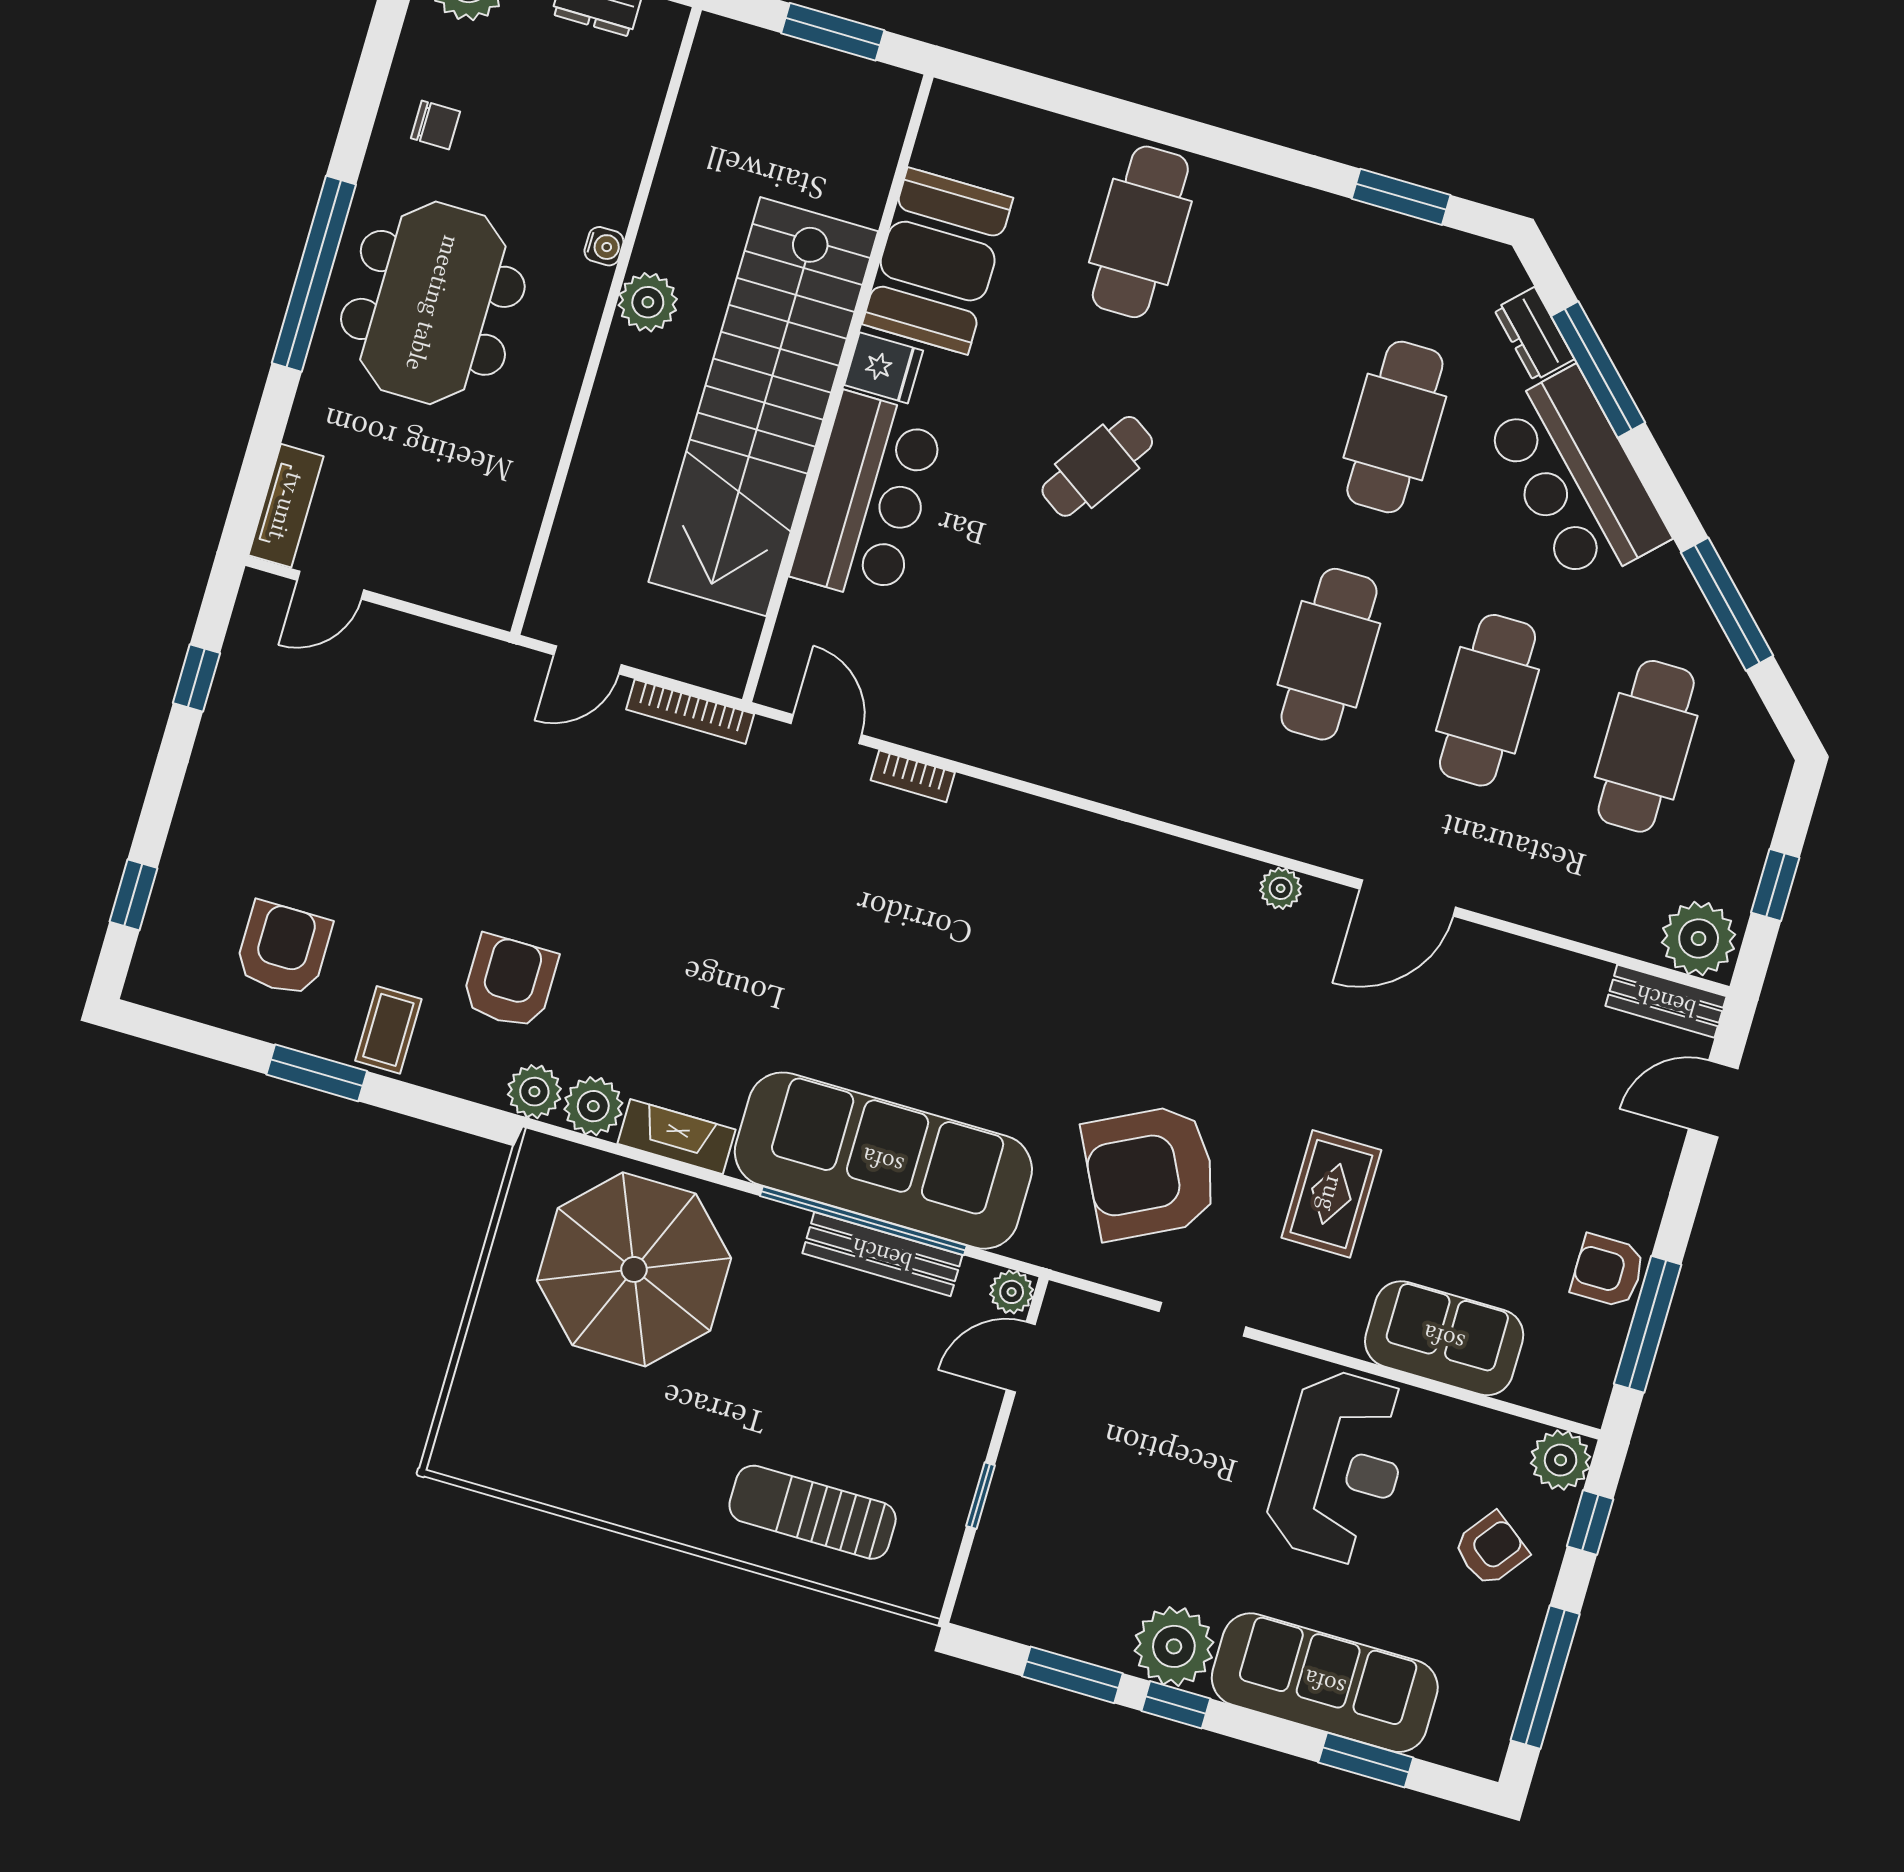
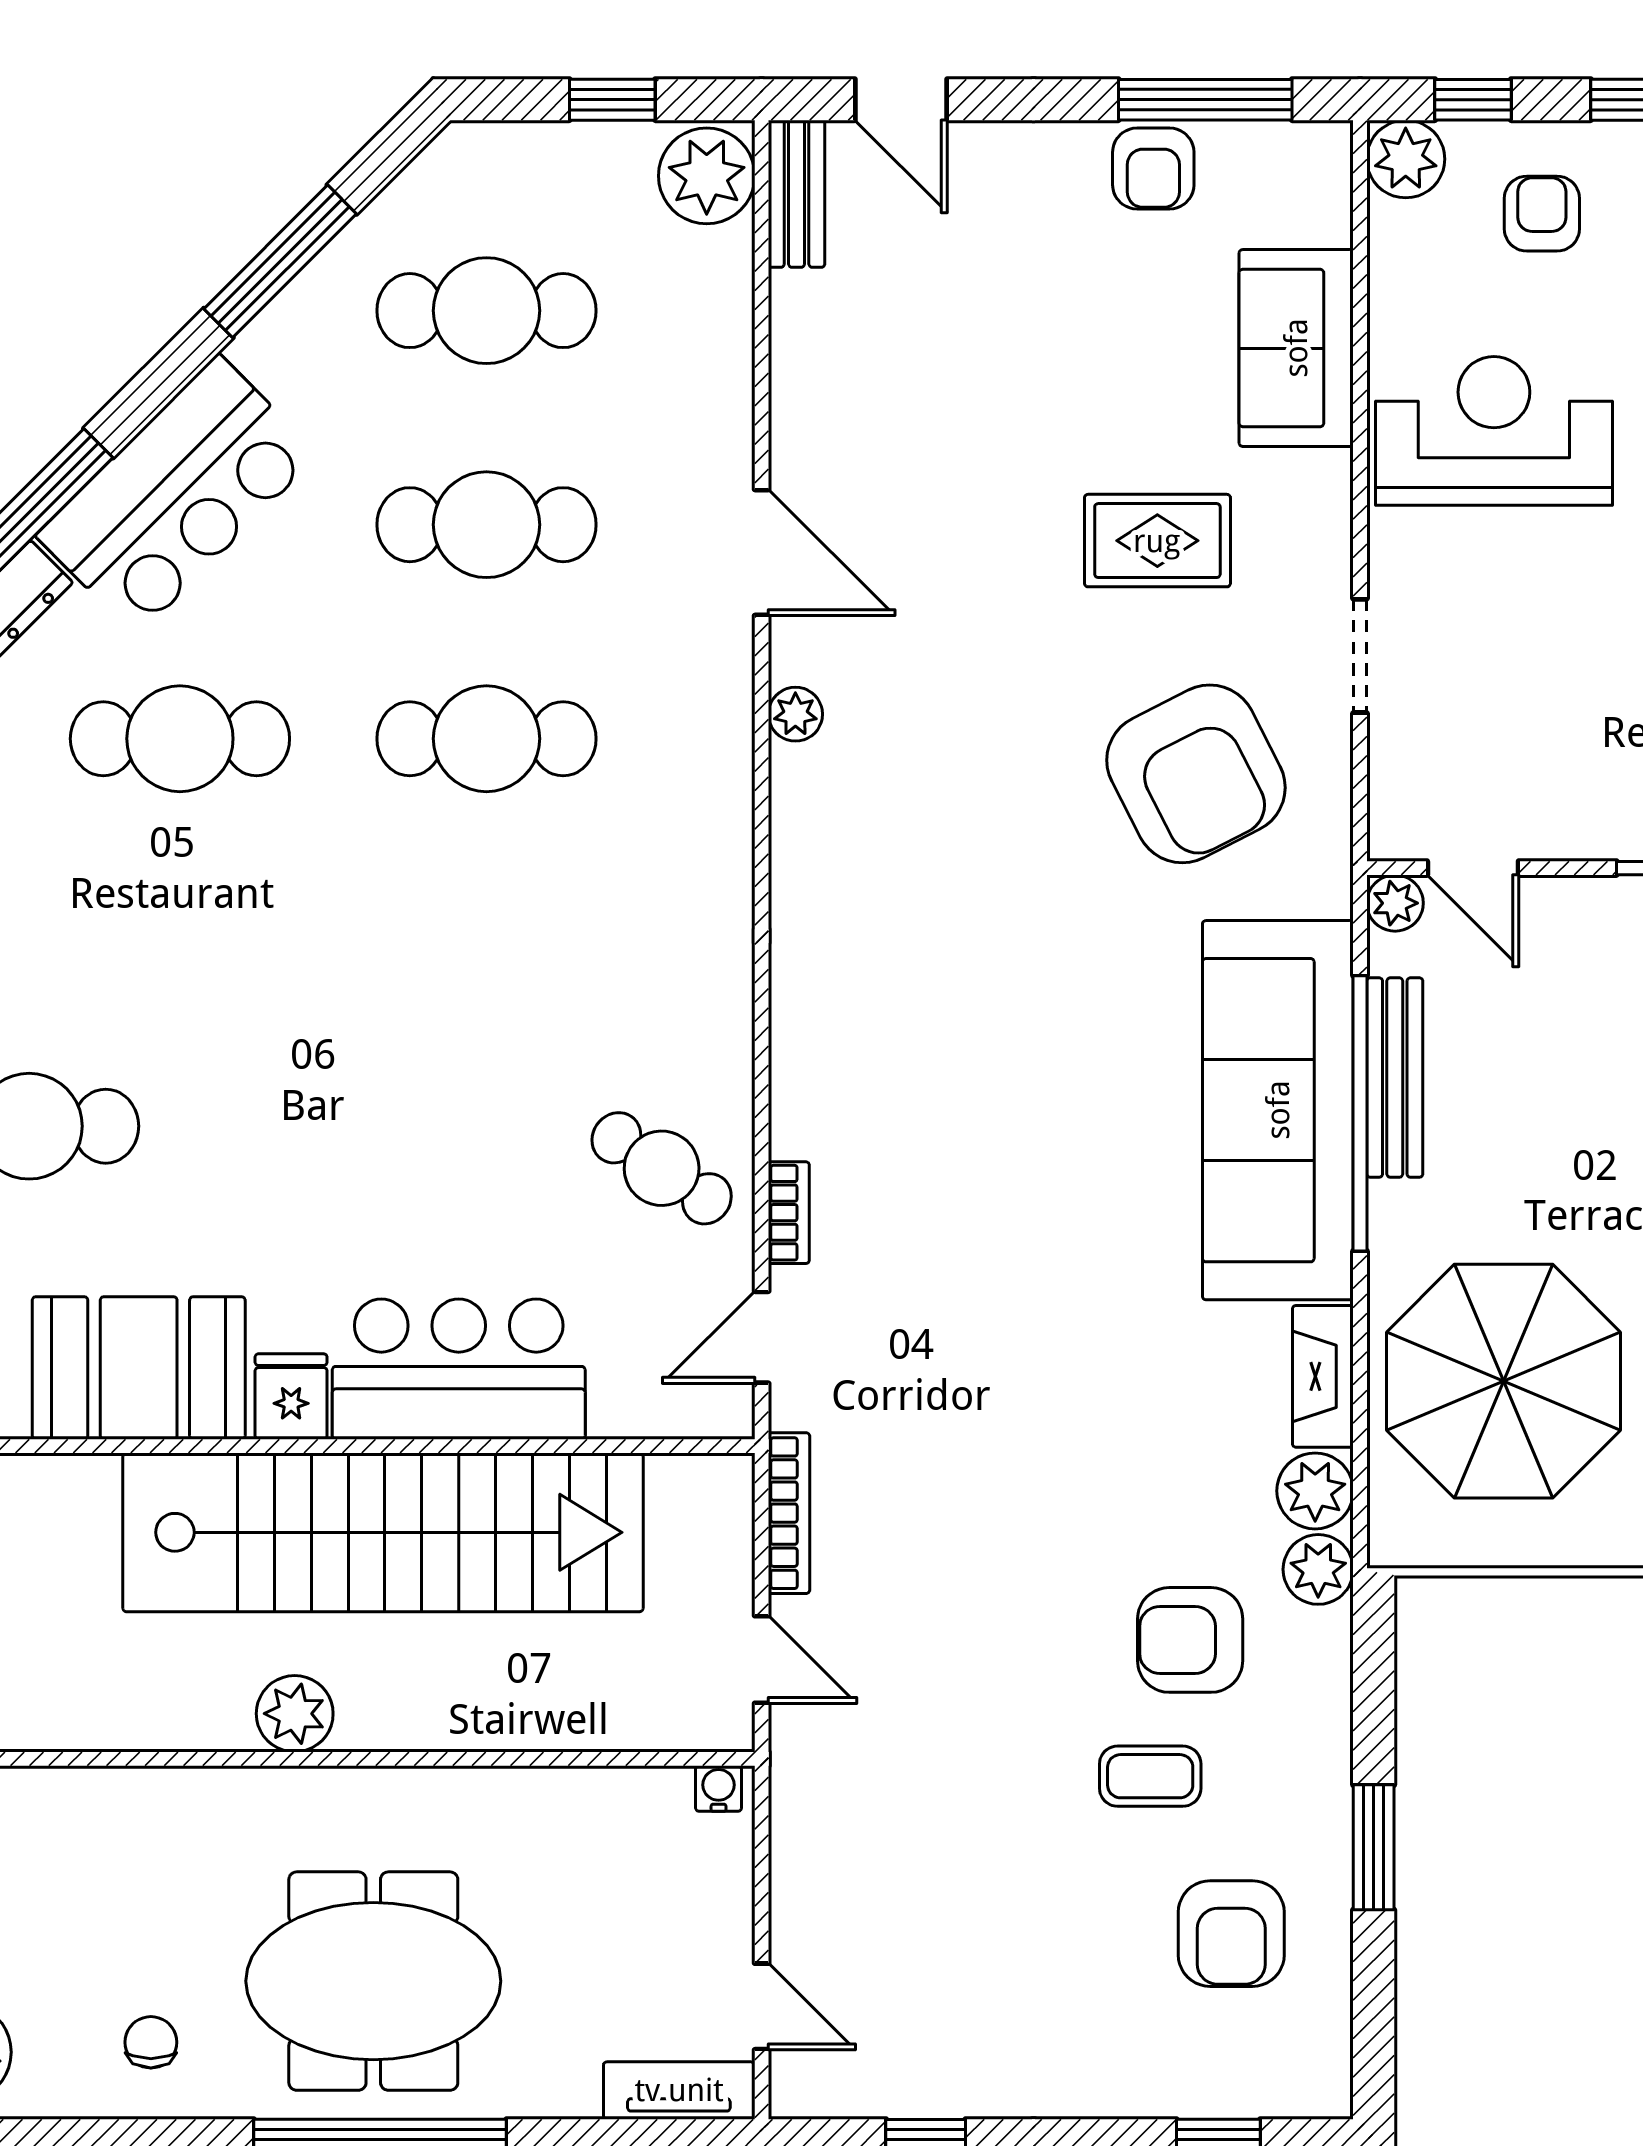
water cooler: (604, 246) -> (719, 1789), moved
cafe table: (1097, 466) -> (662, 1168), moved
armchair: (283, 949) -> (1231, 1934), turned -90
coffee table: (388, 1030) -> (1150, 1776), moved
armchair: (1491, 1549) -> (1542, 214), turned 53

